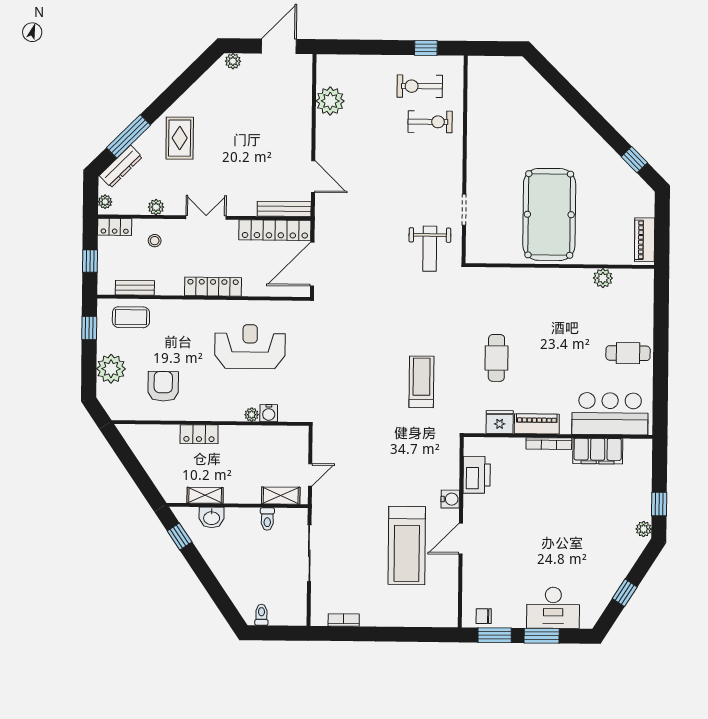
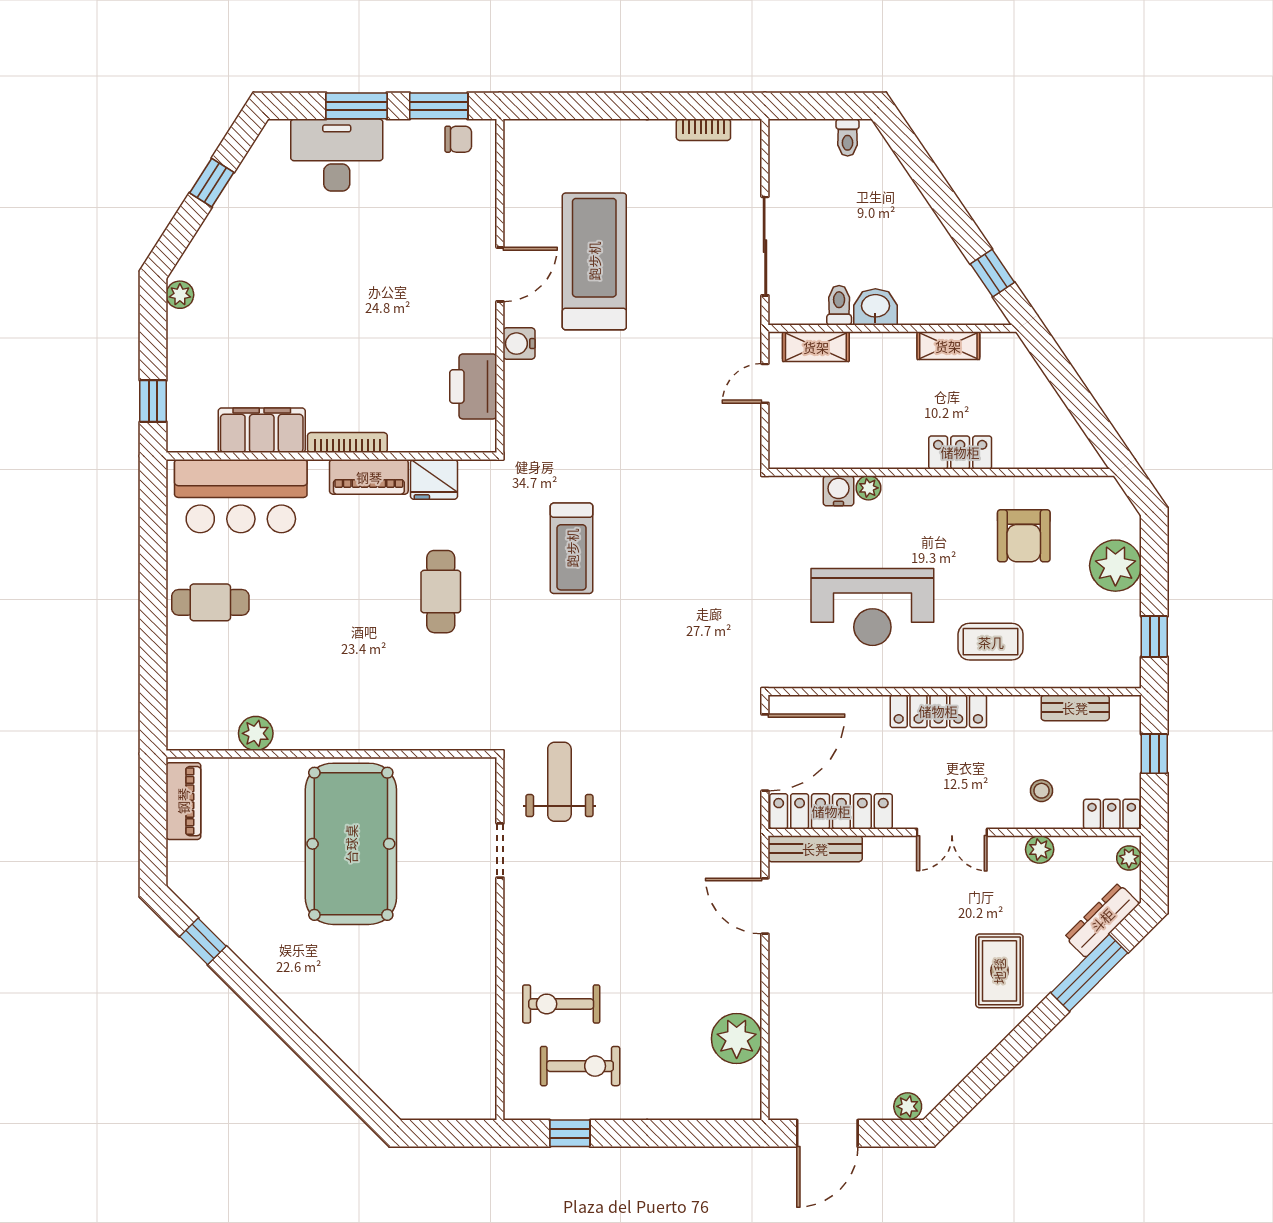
coffee table: (131, 317) -> (991, 642), moved
window: (659, 504) -> (153, 401), moved
washbasin: (212, 518) -> (875, 307), moved

